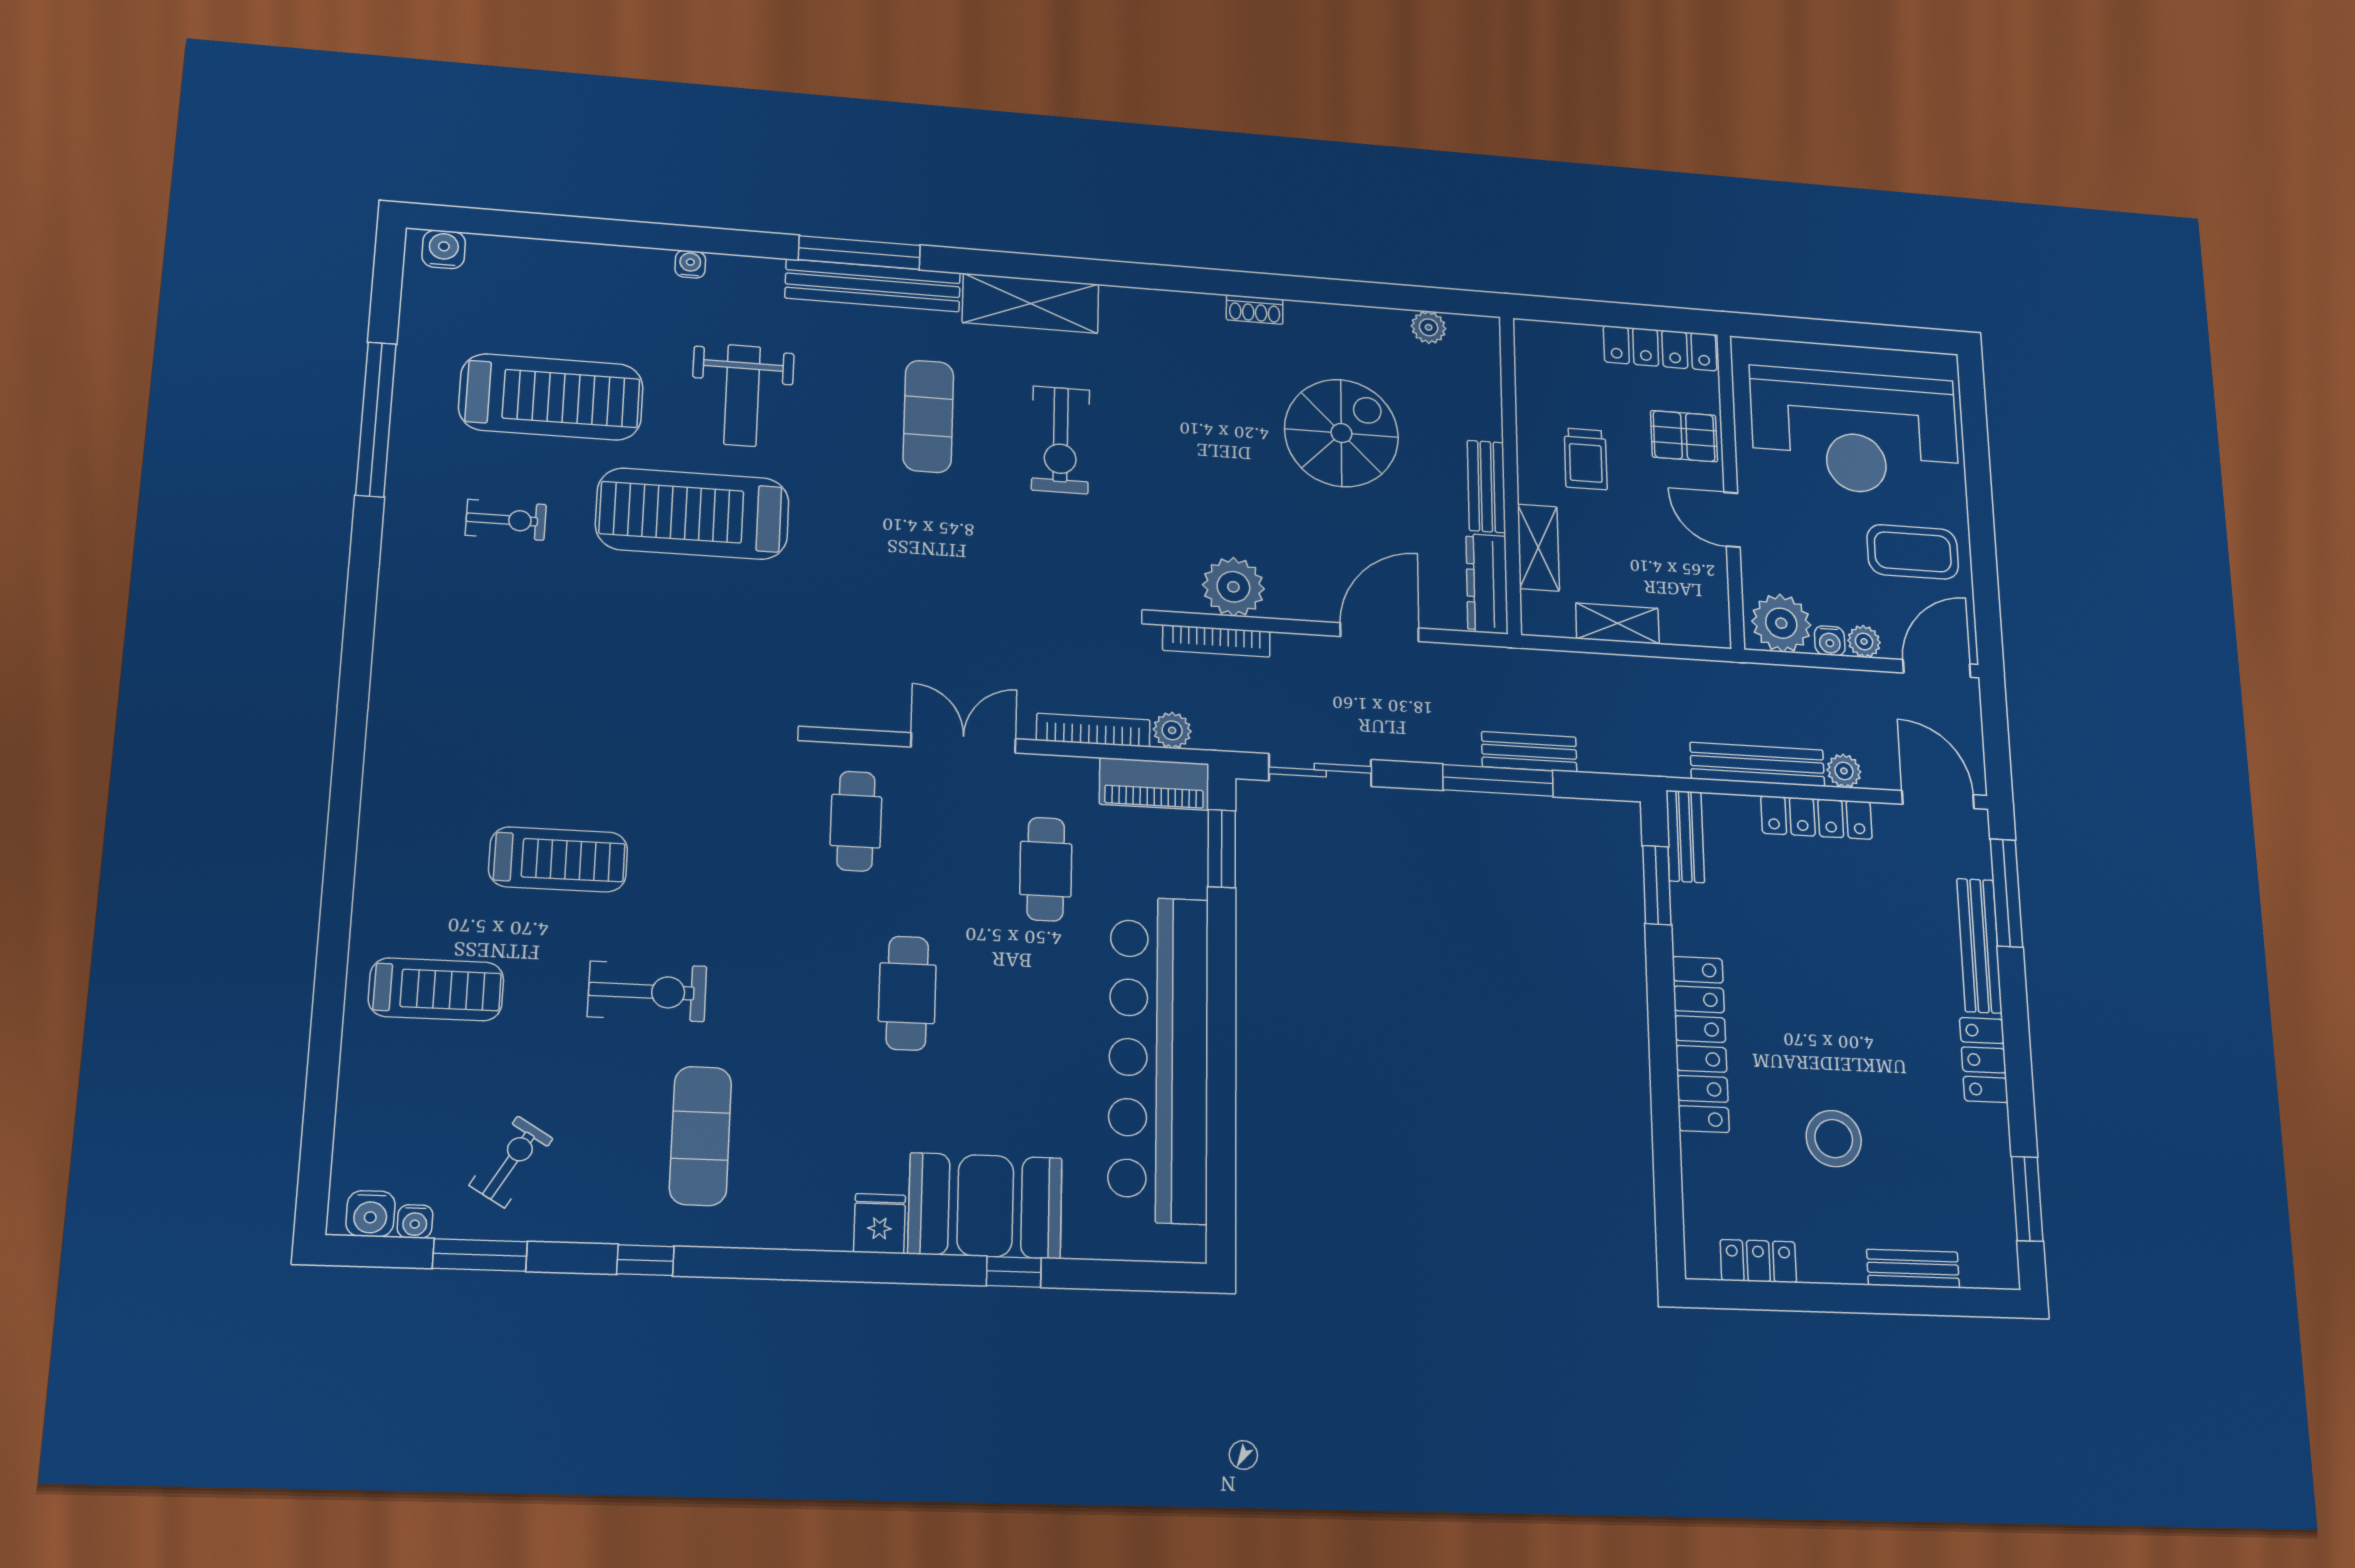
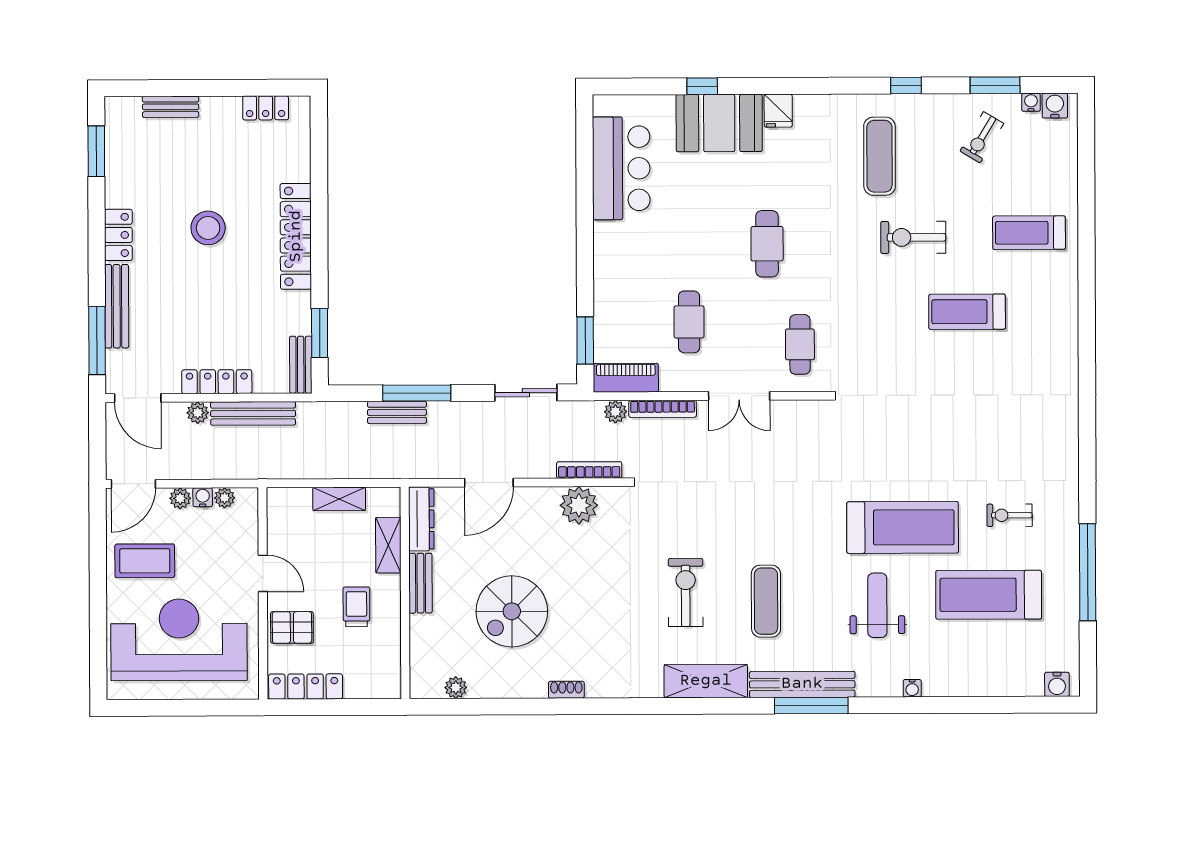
plant: (1781, 623) -> (225, 498), width x0.53, depth x0.53
bar counter: (1159, 1058) -> (621, 168), width x0.54
stool: (1834, 1139) -> (208, 228), moved

